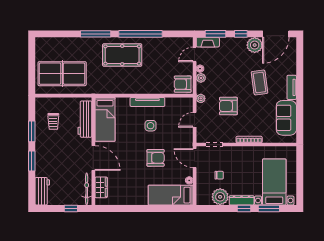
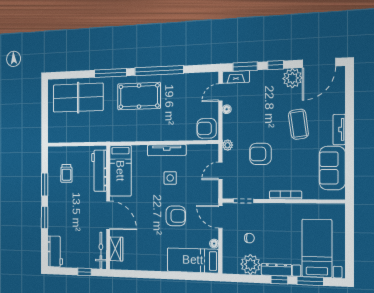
table tennis table: (62, 74) -> (78, 98), moved
plant: (201, 78) -> (228, 120), removed

